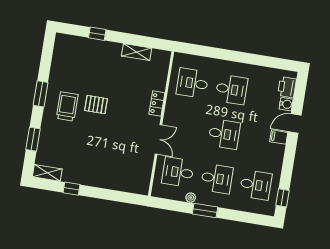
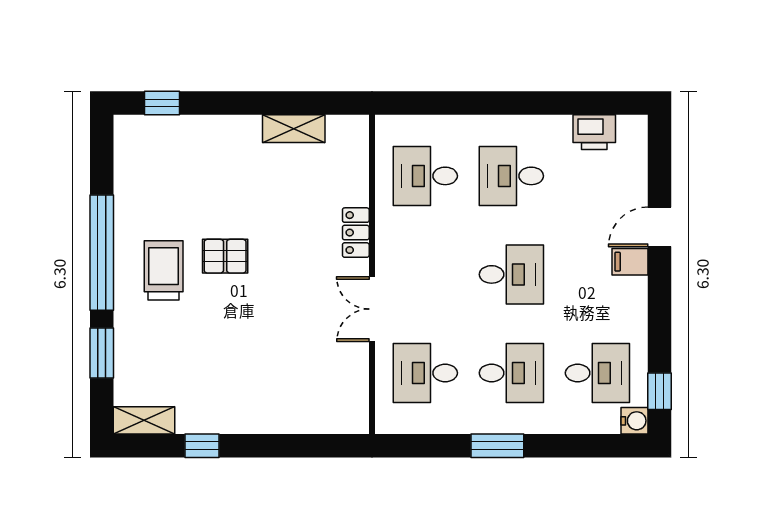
window: (97, 34) -> (162, 103), moved
printer: (287, 87) -> (594, 132), moved, turned -90
desk: (231, 89) -> (511, 176), turned 180
window: (41, 94) -> (102, 253), width x2.11
water cooler: (286, 104) -> (634, 421), moved
double door: (158, 139) -> (372, 309), swing flipped
plant: (191, 198) -> (462, 423), removed

